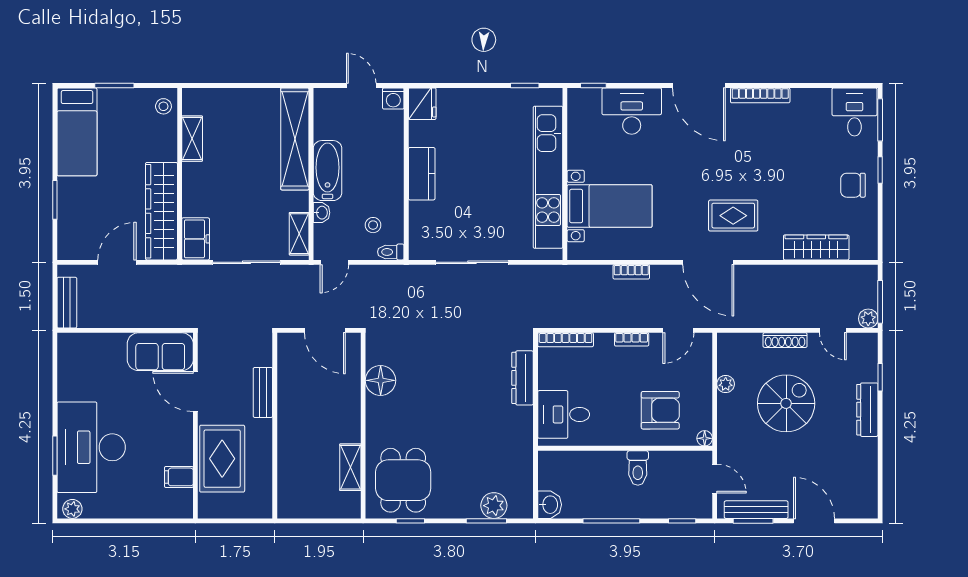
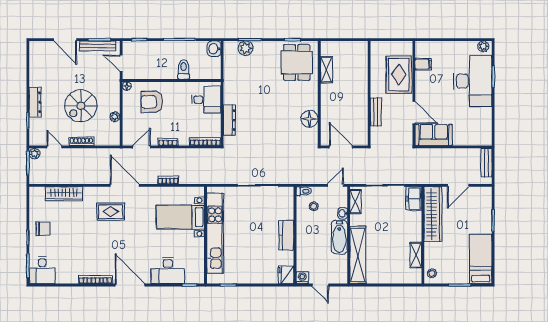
toilet: (638, 468) -> (184, 69), moved

